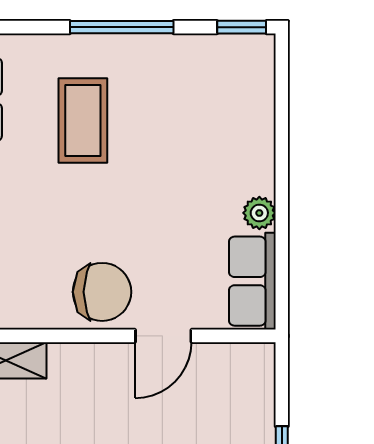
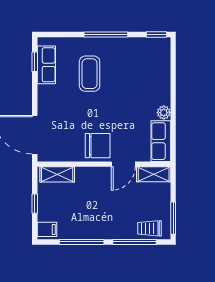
shelving: (235, 360) -> (154, 174), added

